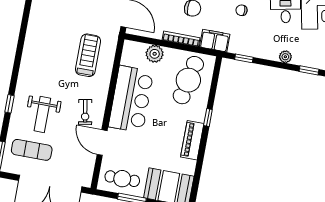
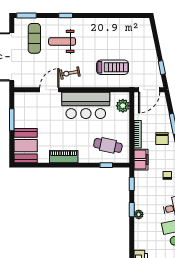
plant: (155, 54) -> (123, 106), moved
window: (309, 70) -> (132, 210), moved
cafe table: (188, 80) -> (108, 145), width x0.73, depth x0.74
window: (208, 117) -> (106, 165), moved
cafe table: (122, 179) -> (25, 110), removed

